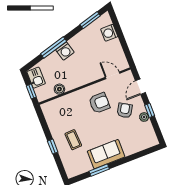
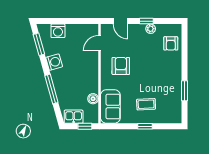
washing machine: (65, 51) -> (54, 62), moved
armchair: (125, 110) -> (171, 43), moved, turned -121
sofa: (106, 154) -> (110, 106), moved, turned 180

